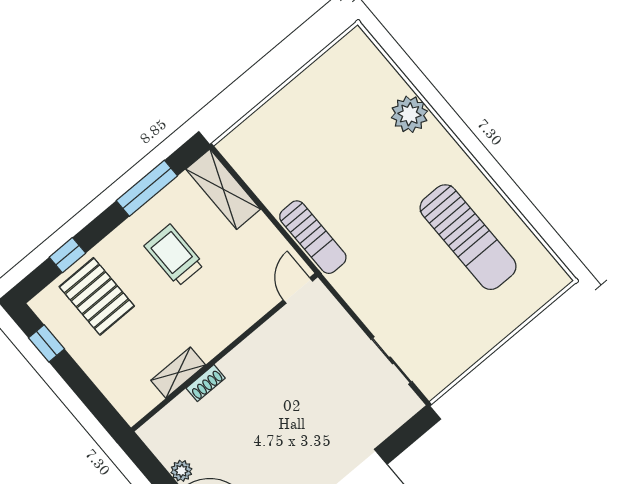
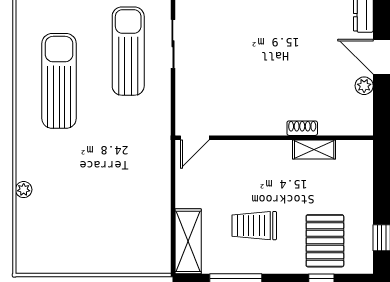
plant: (409, 114) -> (24, 190), width x0.53, depth x0.53
sun lounger: (313, 237) -> (128, 51), moved, width x1.36, depth x1.34
trolley: (174, 255) -> (254, 226), turned 90

